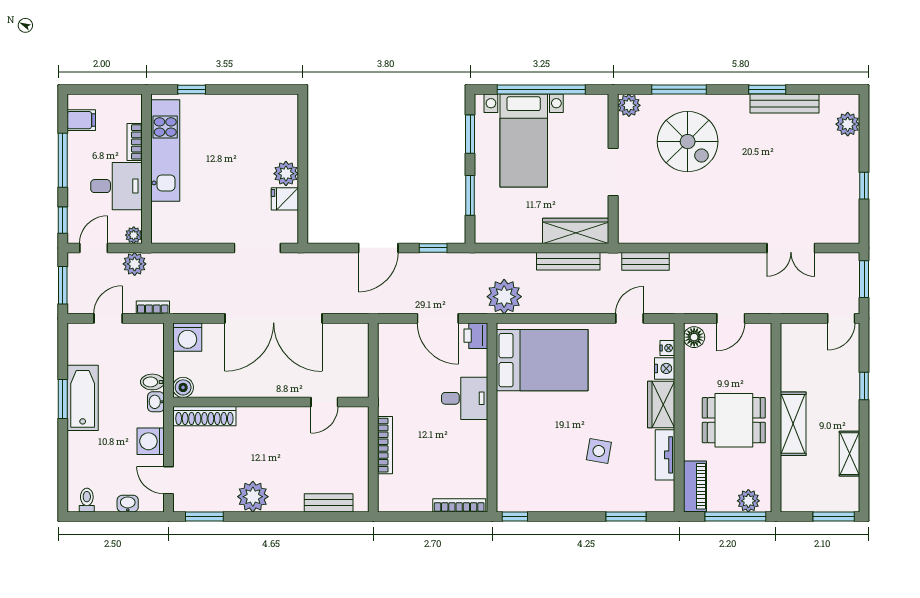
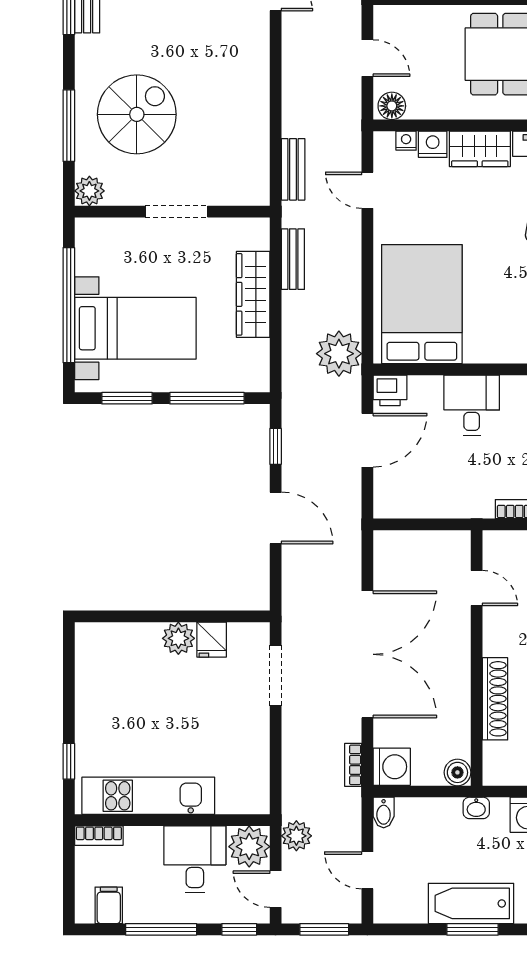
bookcase: (135, 142) -> (99, 836), moved
window: (470, 195) -> (207, 398), width x1.44
wardrobe: (576, 231) -> (253, 294), moved
plant: (134, 235) -> (249, 847), width x1.88, depth x1.88
bench: (568, 261) -> (293, 259), width x0.73
bookcase: (153, 307) -> (353, 765), moved
bidet: (152, 382) -> (384, 813), moved
shoe rack: (204, 416) -> (495, 699), moved

